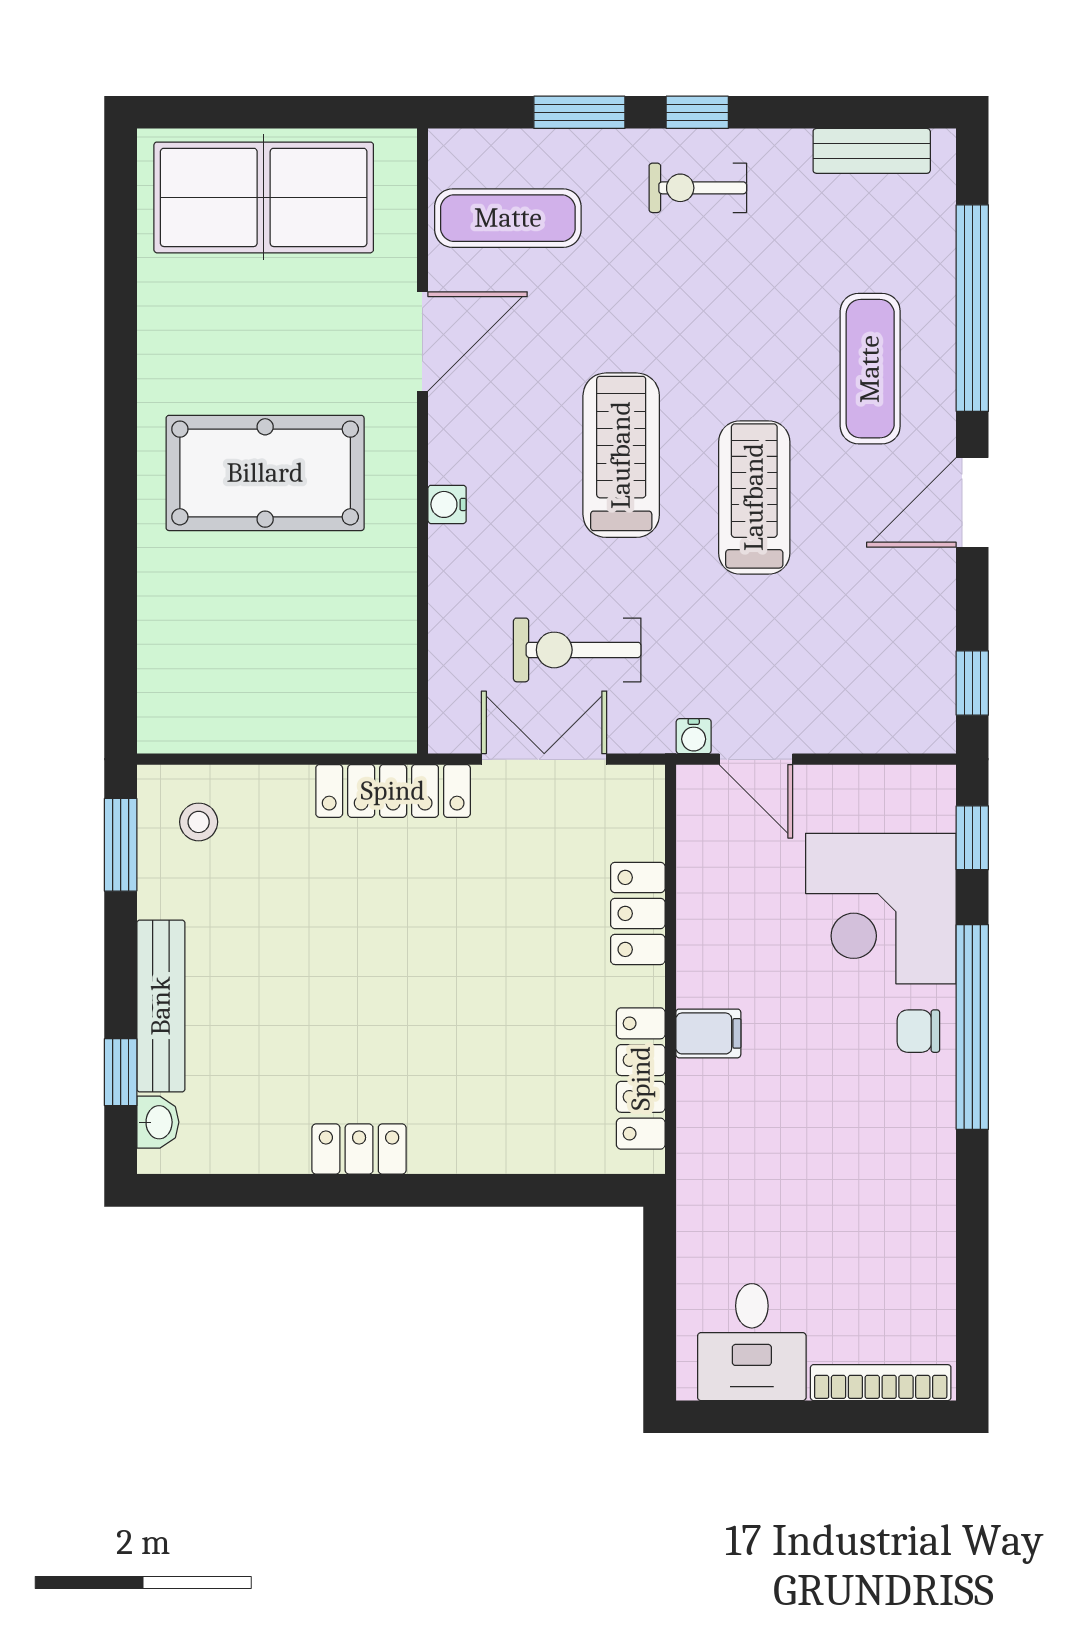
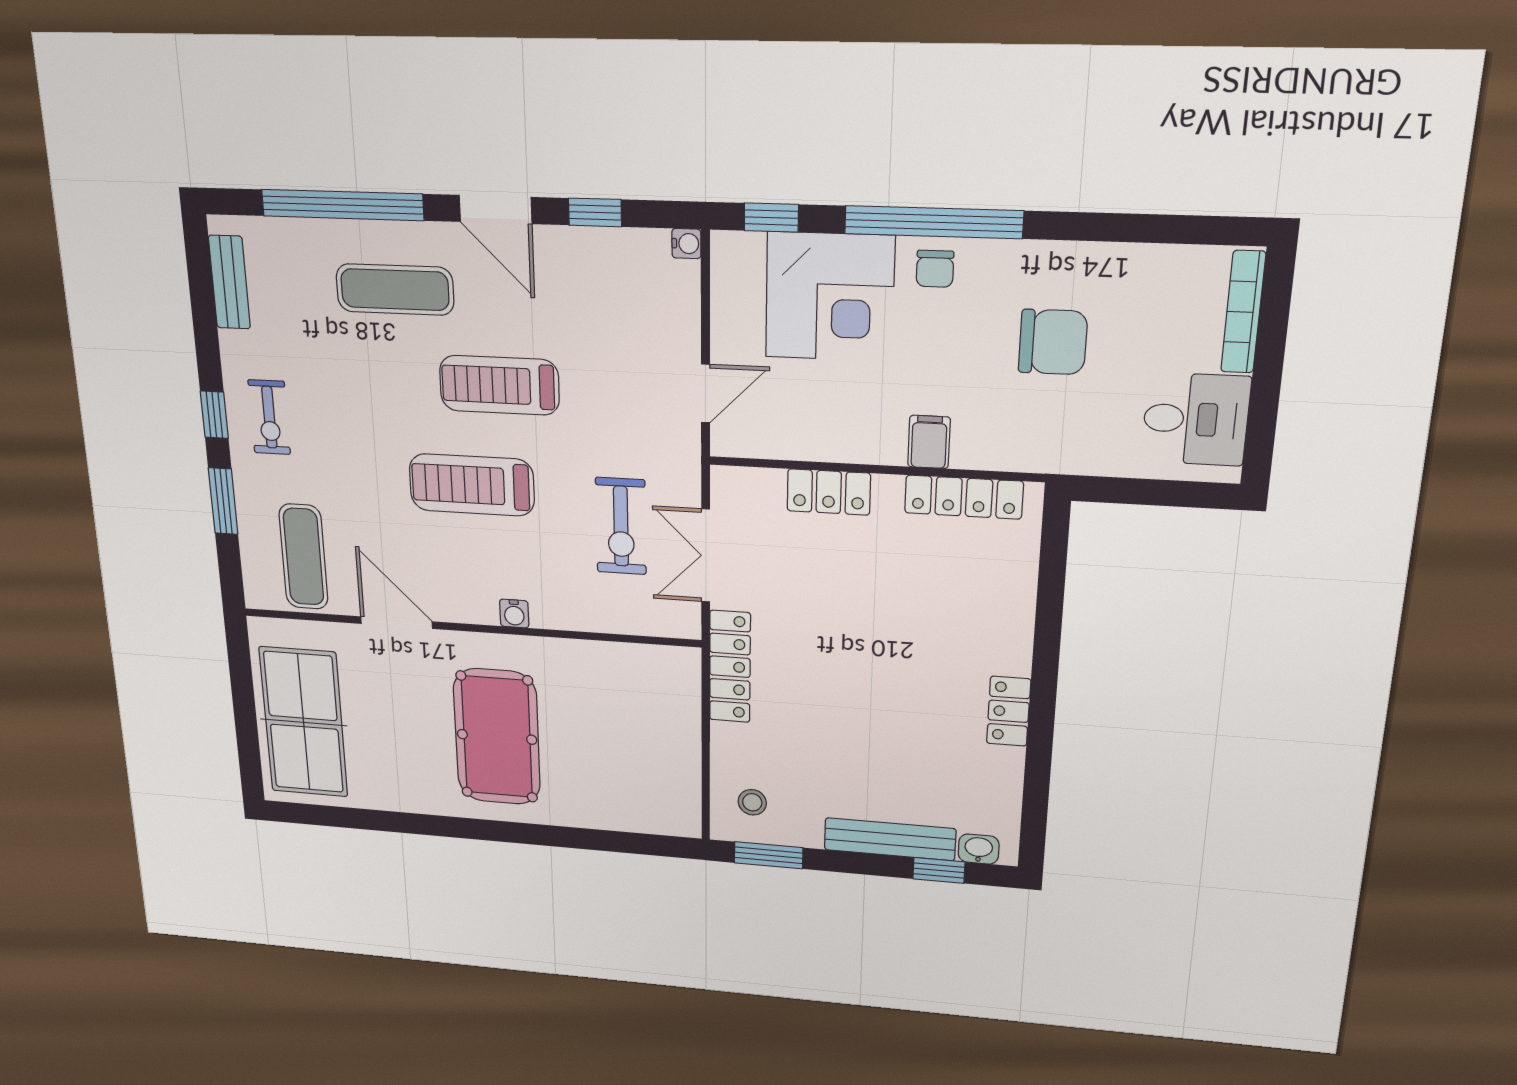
window: (972, 683) -> (595, 212), moved
water cooler: (694, 736) -> (686, 244), moved
chair: (837, 1172) -> (1053, 342), added

